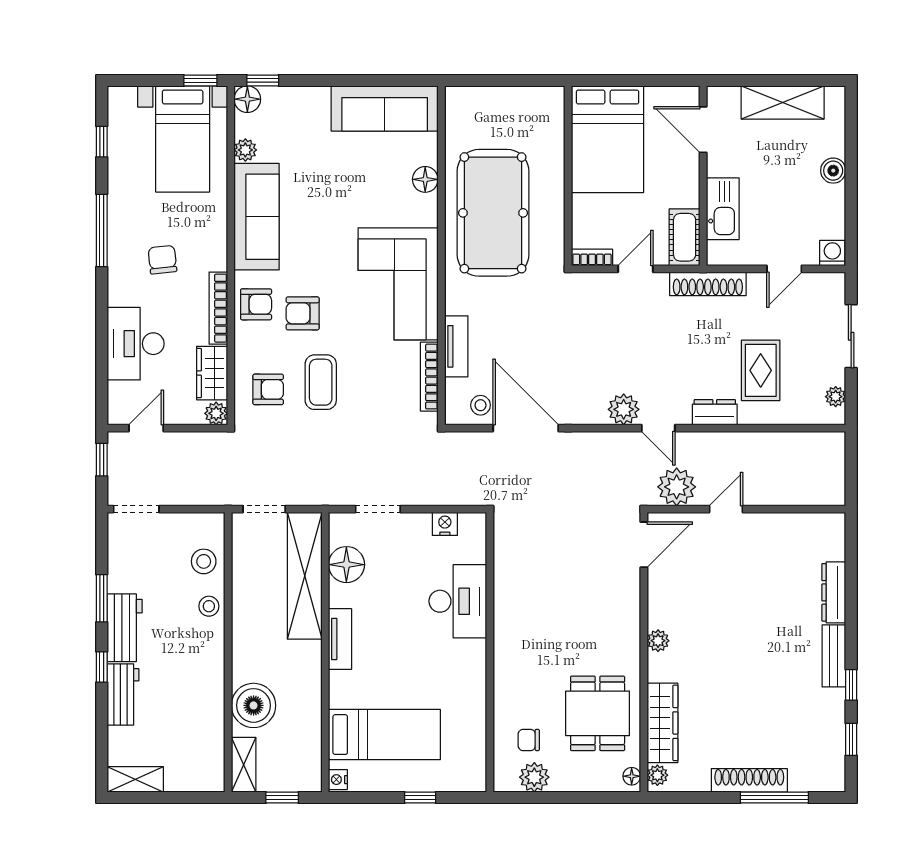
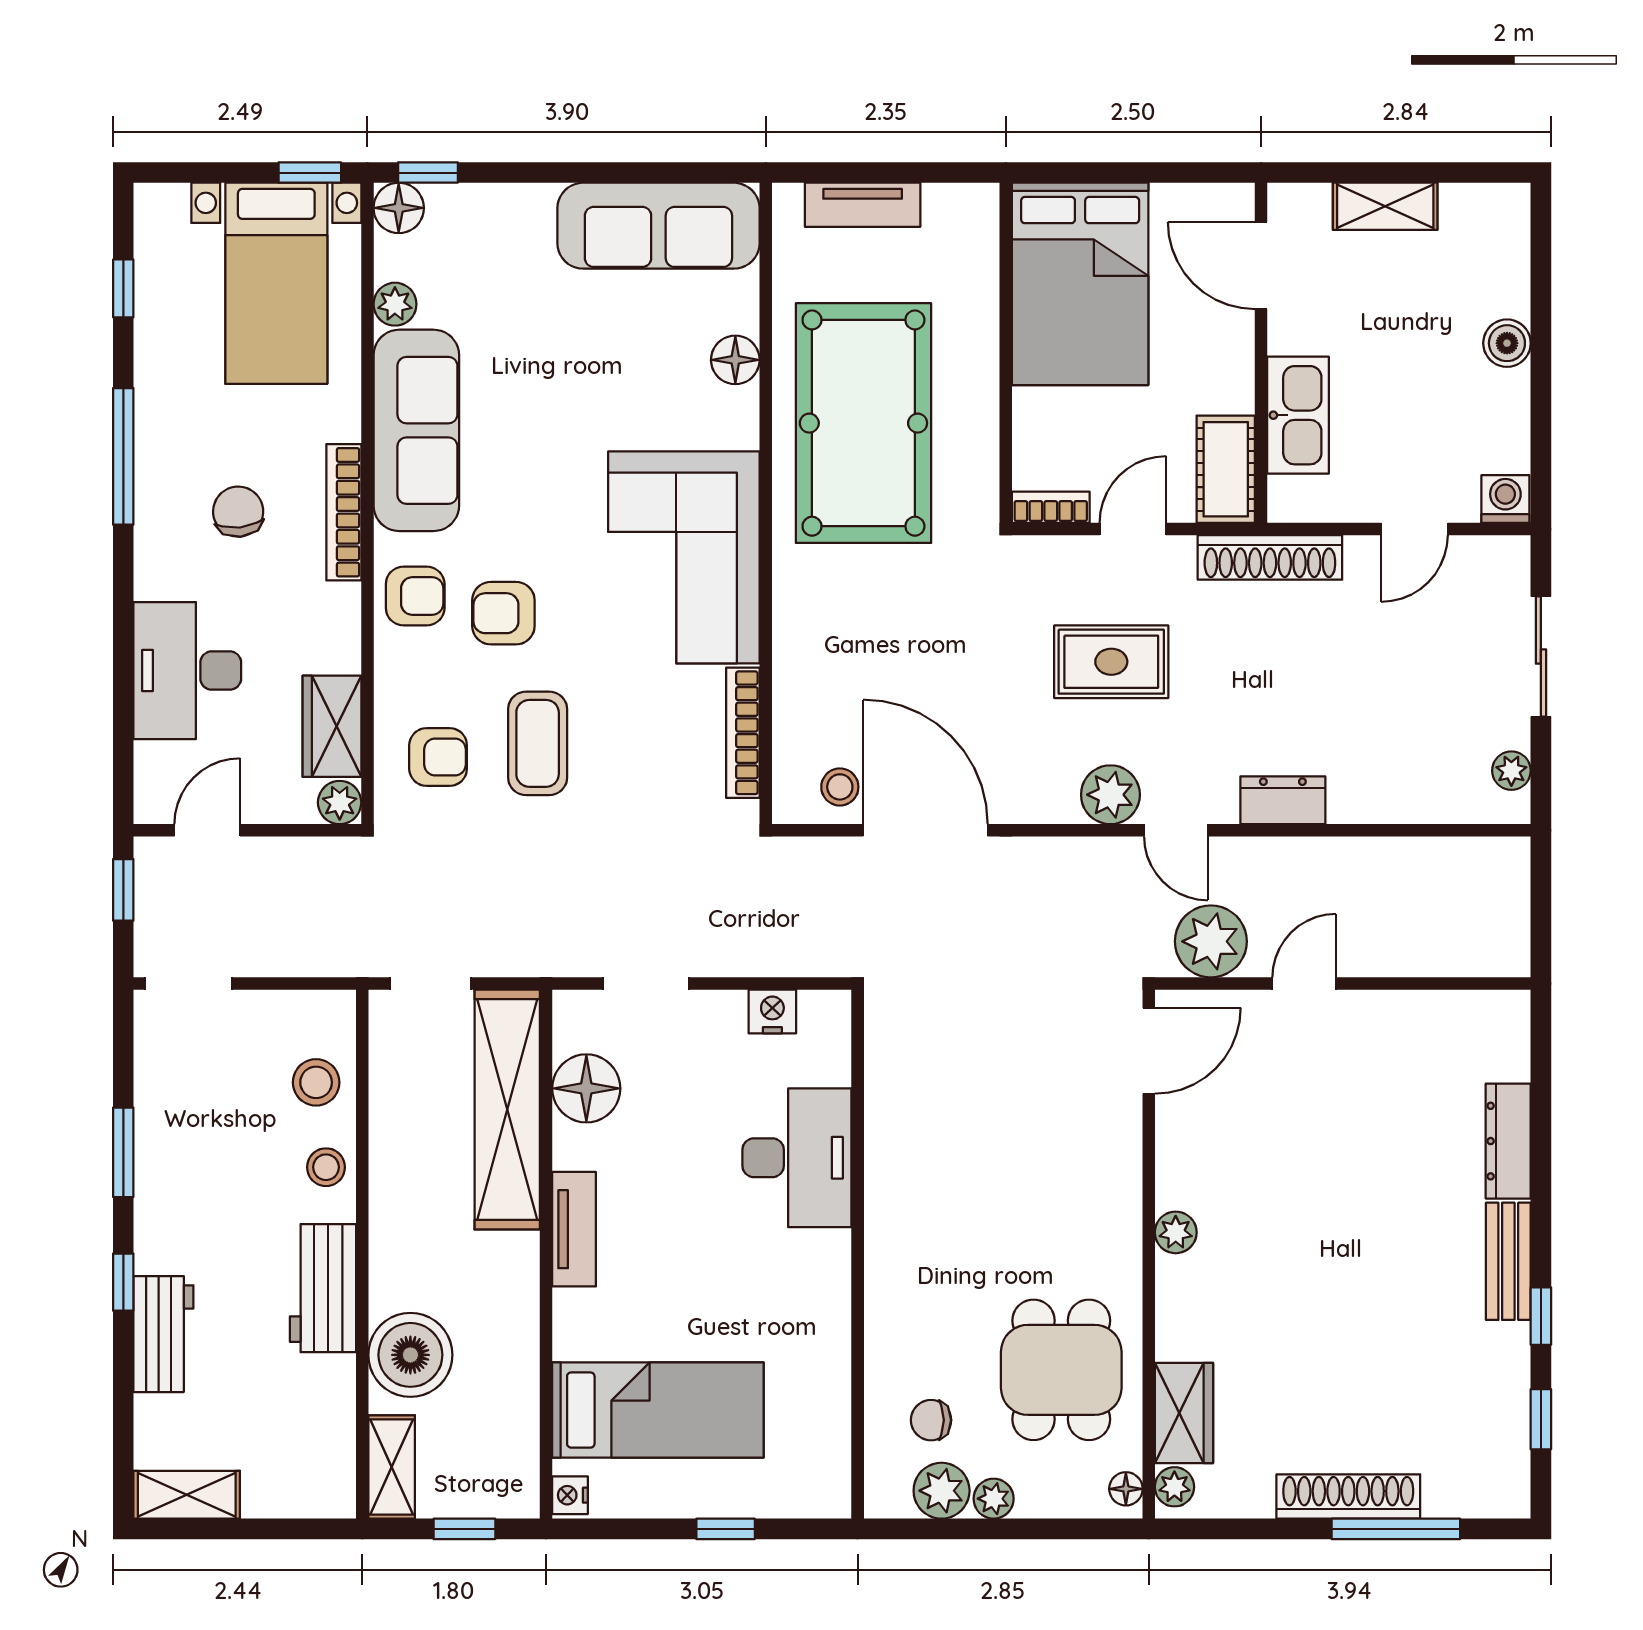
shelving: (783, 102) -> (1385, 206), width x0.67, depth x0.75
bookcase: (218, 308) -> (344, 512), moved
tv unit: (456, 346) -> (863, 205), moved, turned 90
rug: (761, 370) -> (1111, 662), moved, turned 90
workbench: (125, 628) -> (323, 1288), moved, turned 180
wardrobe: (662, 723) -> (1184, 1413), width x0.67
plant: (562, 781) -> (994, 1499), added

